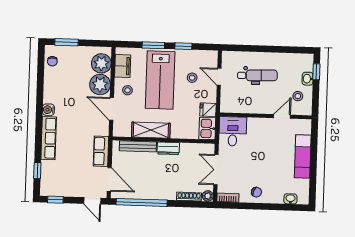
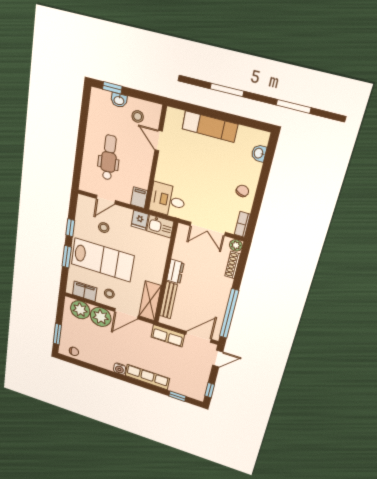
filing cabinet: (228, 106) -> (139, 198), added
shelving: (151, 130) -> (150, 301), moved

